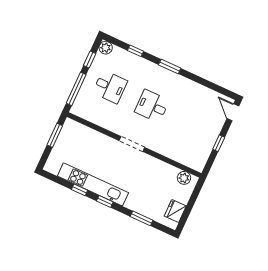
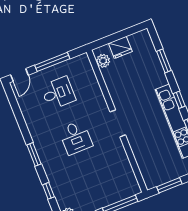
desk: (110, 87) -> (58, 93), moved, turned 90
window: (219, 143) -> (52, 62), width x2.17
fridge: (175, 211) -> (120, 47), moved

